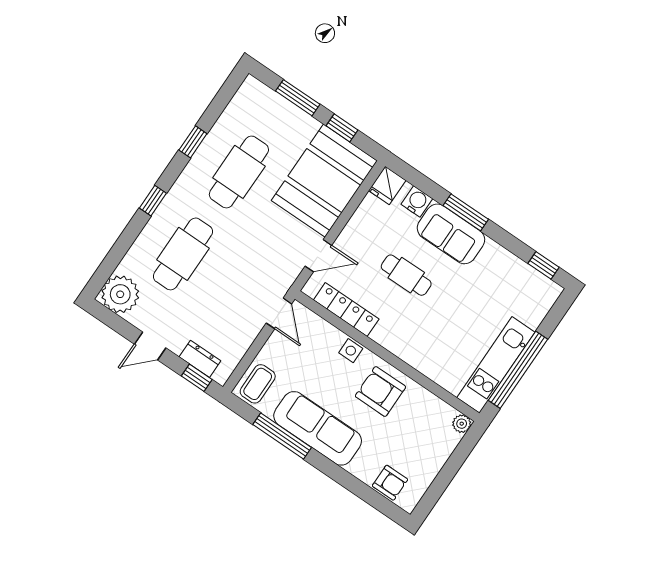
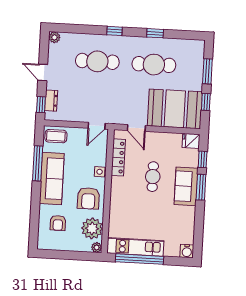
water cooler: (417, 201) -> (187, 251), moved, turned 90
window: (543, 265) -> (203, 159), moved
plant: (120, 294) -> (54, 37), width x0.53, depth x0.53
armchair: (380, 391) -> (88, 198), turned 180
plant: (429, 413) -> (92, 228), added
armchair: (390, 483) -> (58, 223), moved

